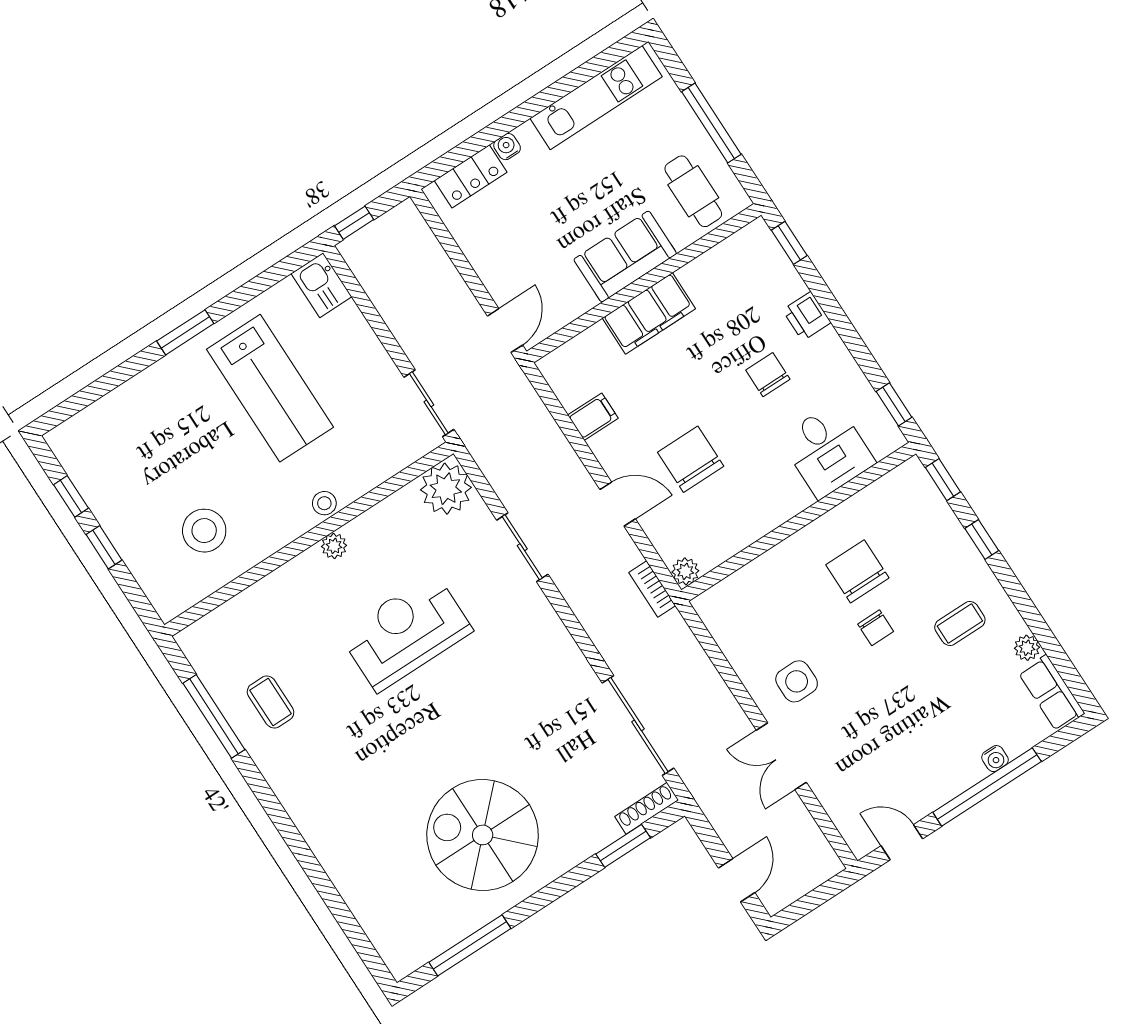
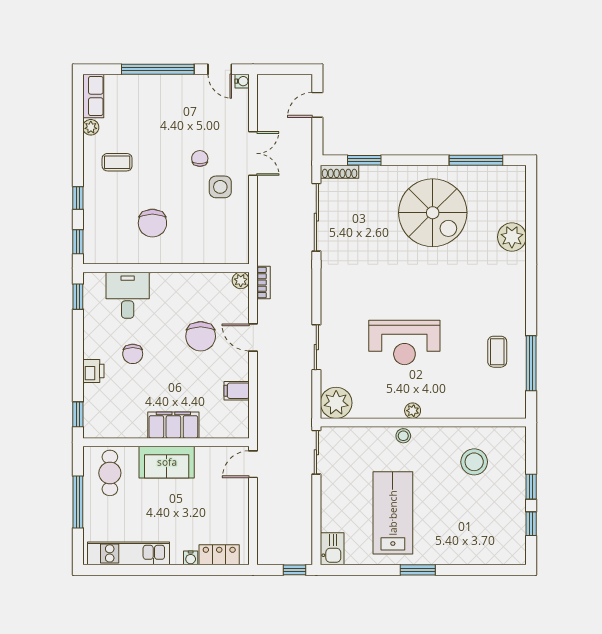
chair: (876, 628) -> (200, 158), moved
water cooler: (995, 759) -> (242, 81), moved, turned 90
plant: (352, 872) -> (512, 237), added

